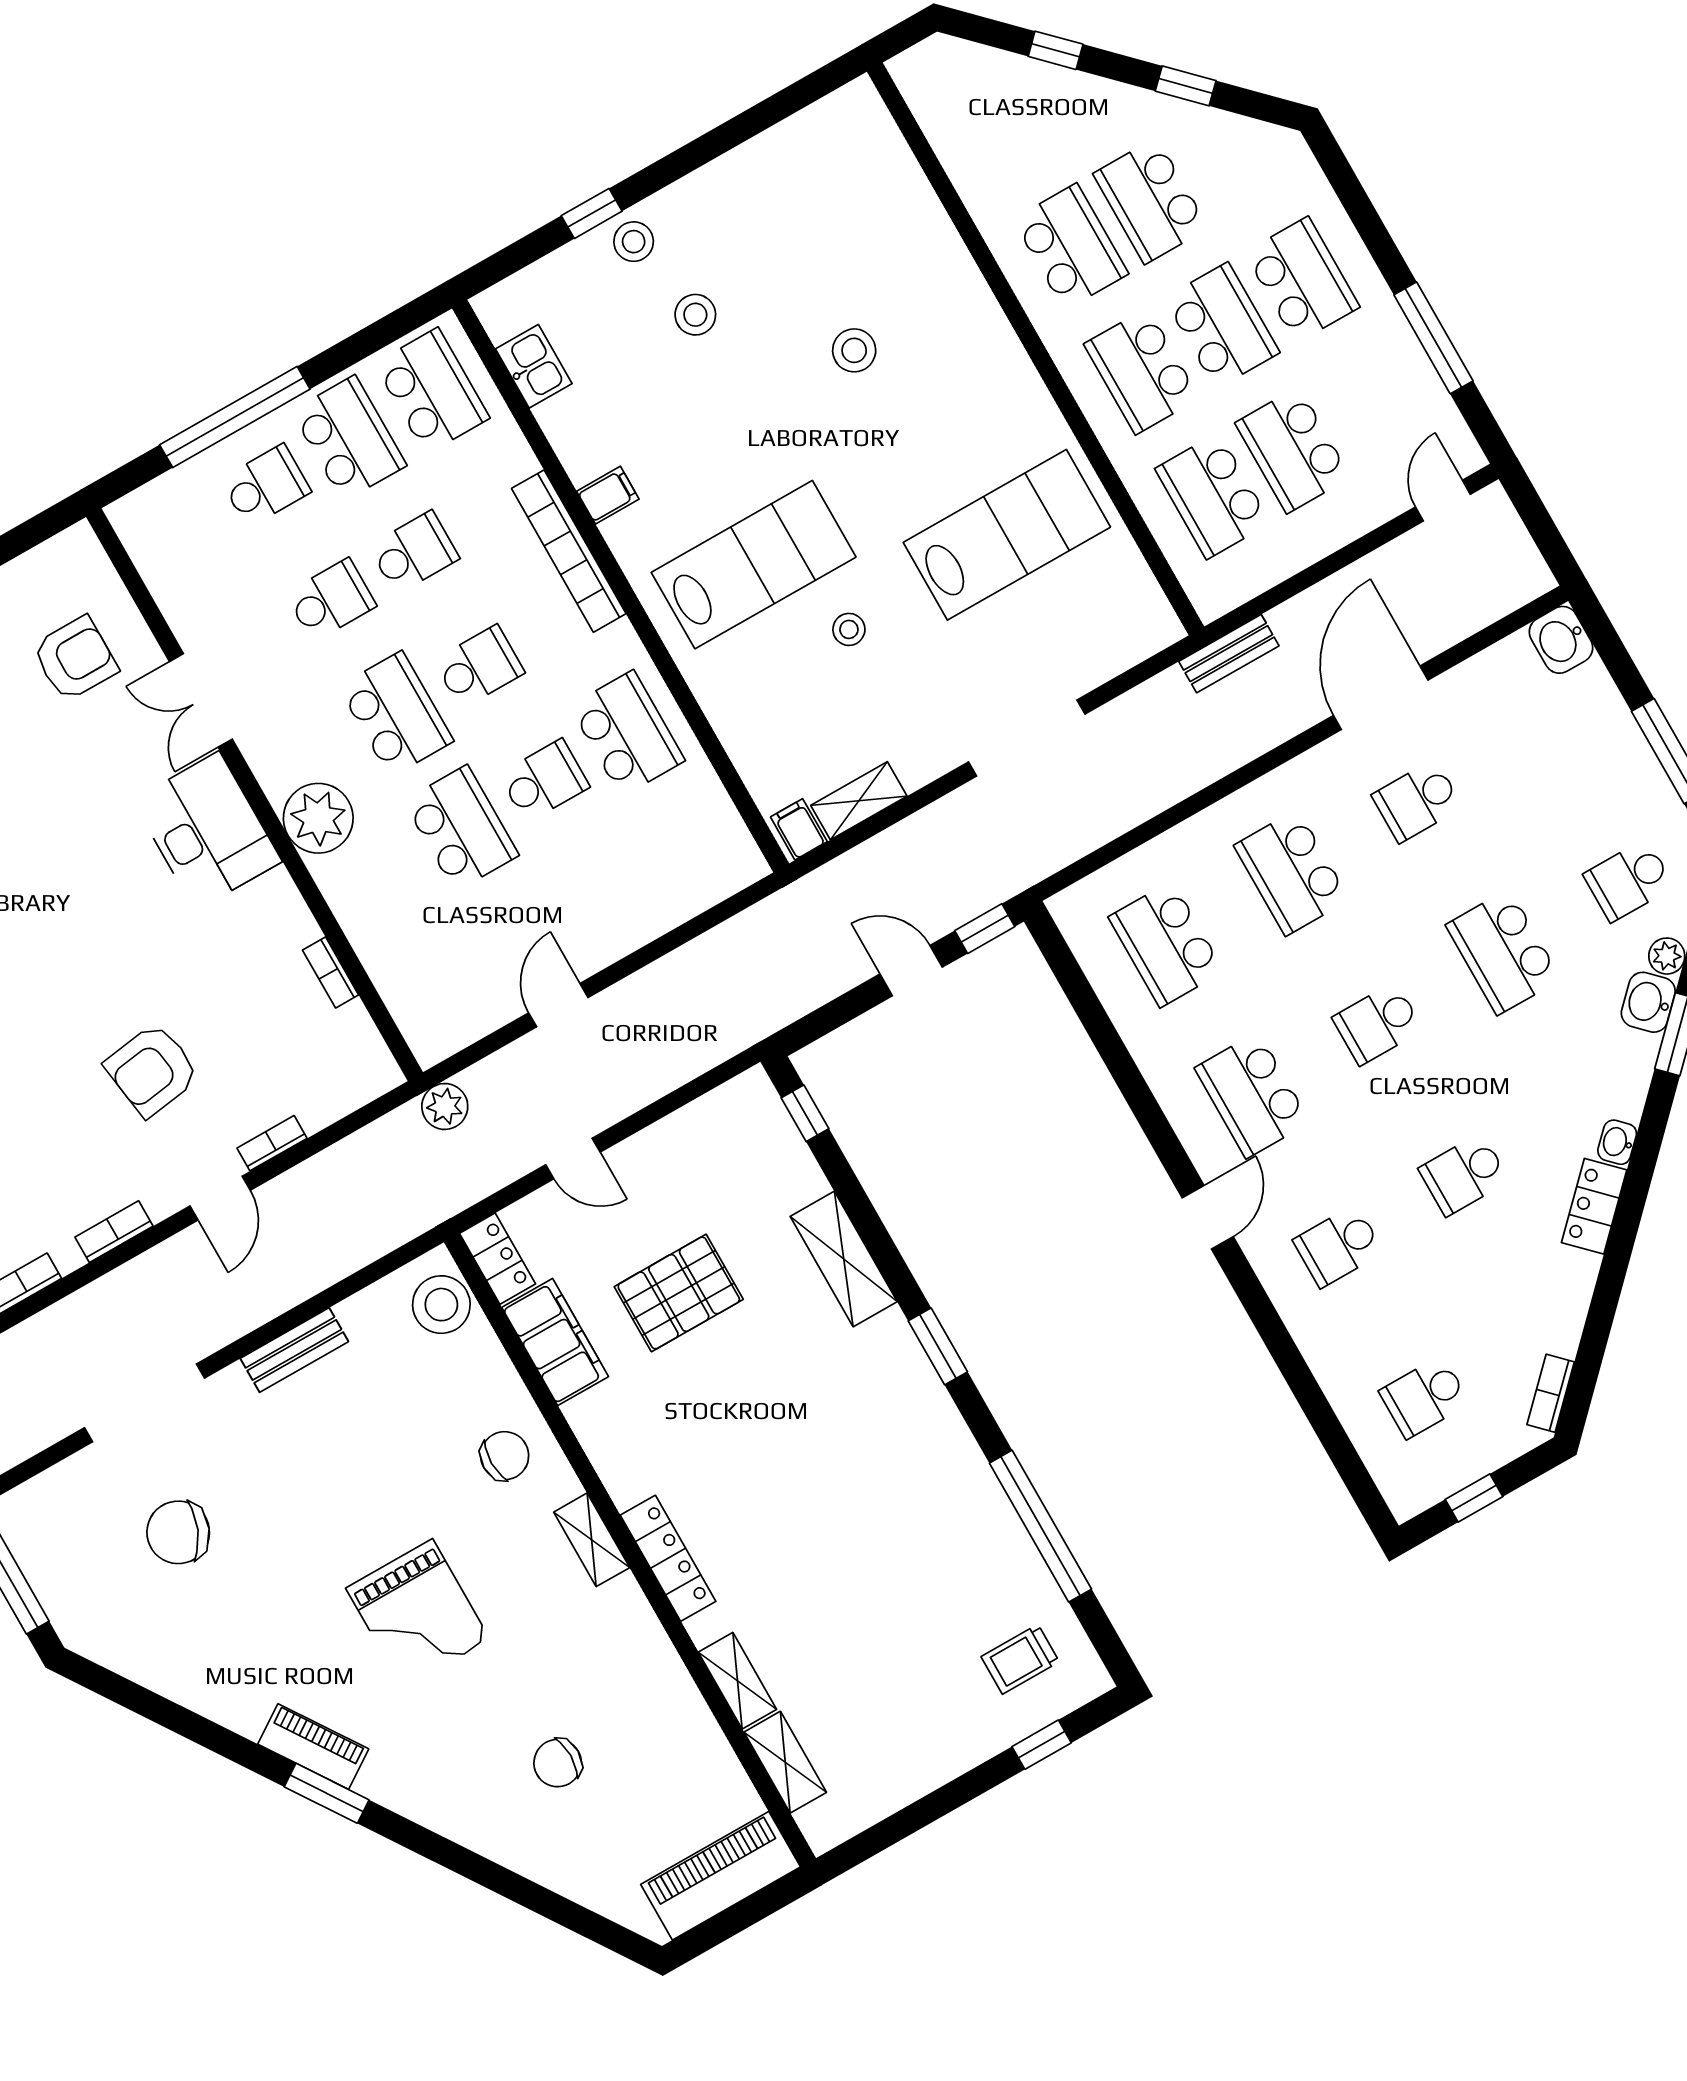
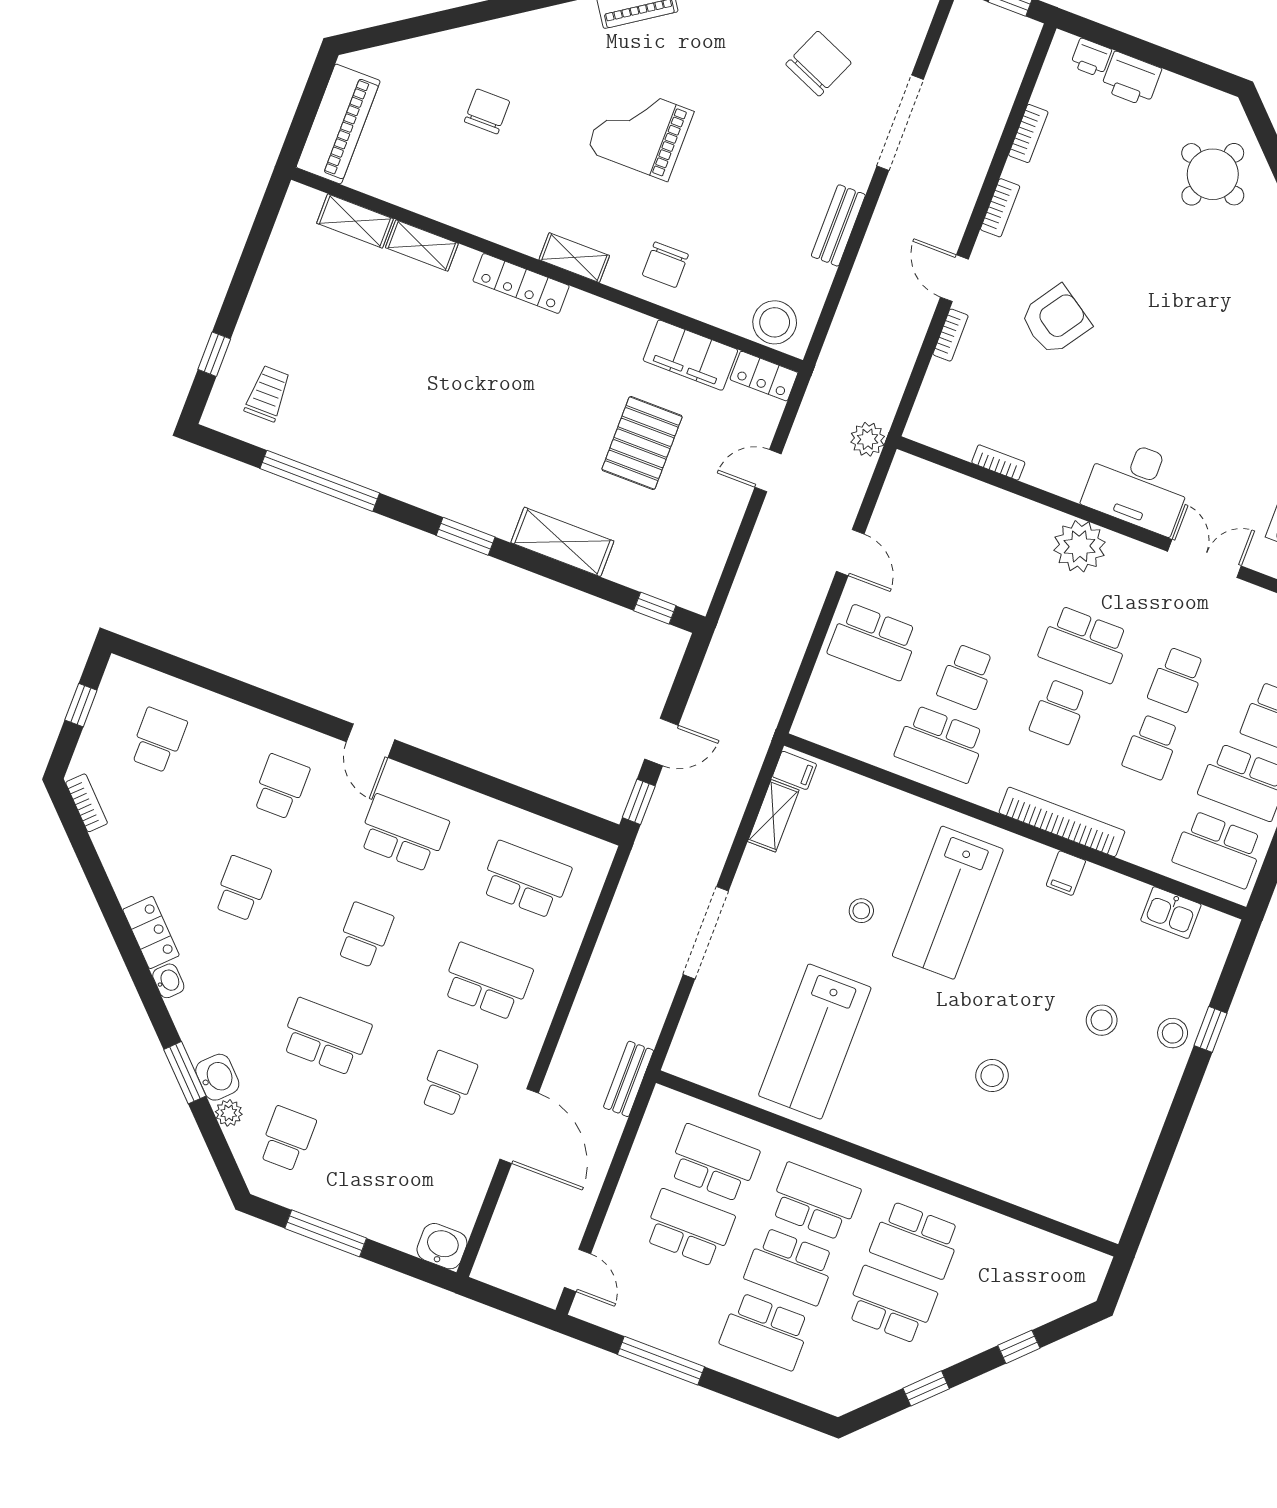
school desk: (461, 828) -> (873, 641), moved
armchair: (152, 1070) -> (1055, 320), turned 42

